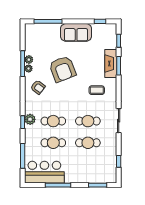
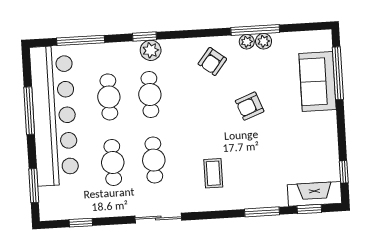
sofa: (76, 32) -> (318, 81), moved
fireplace: (111, 64) -> (315, 194), moved
armchair: (62, 69) -> (250, 106), width x0.53, depth x0.53
bar counter: (44, 172) -> (54, 116), width x1.86

